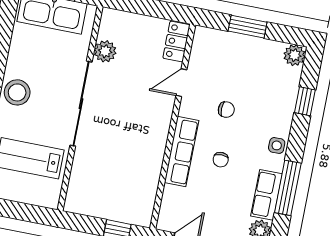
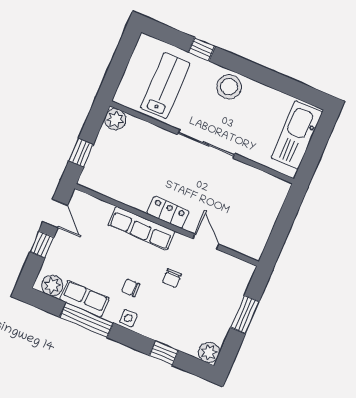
locker: (176, 42) -> (168, 212), moved
plant: (105, 51) -> (115, 119), moved
sliding door: (81, 104) -> (206, 144), width x0.73
chair: (221, 160) -> (131, 288), moved

